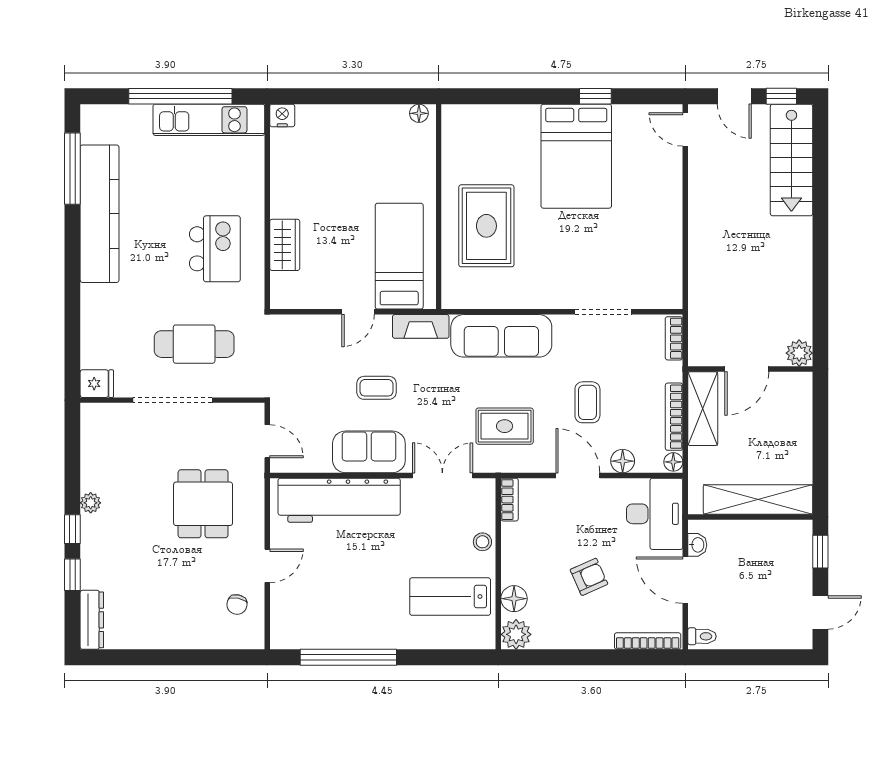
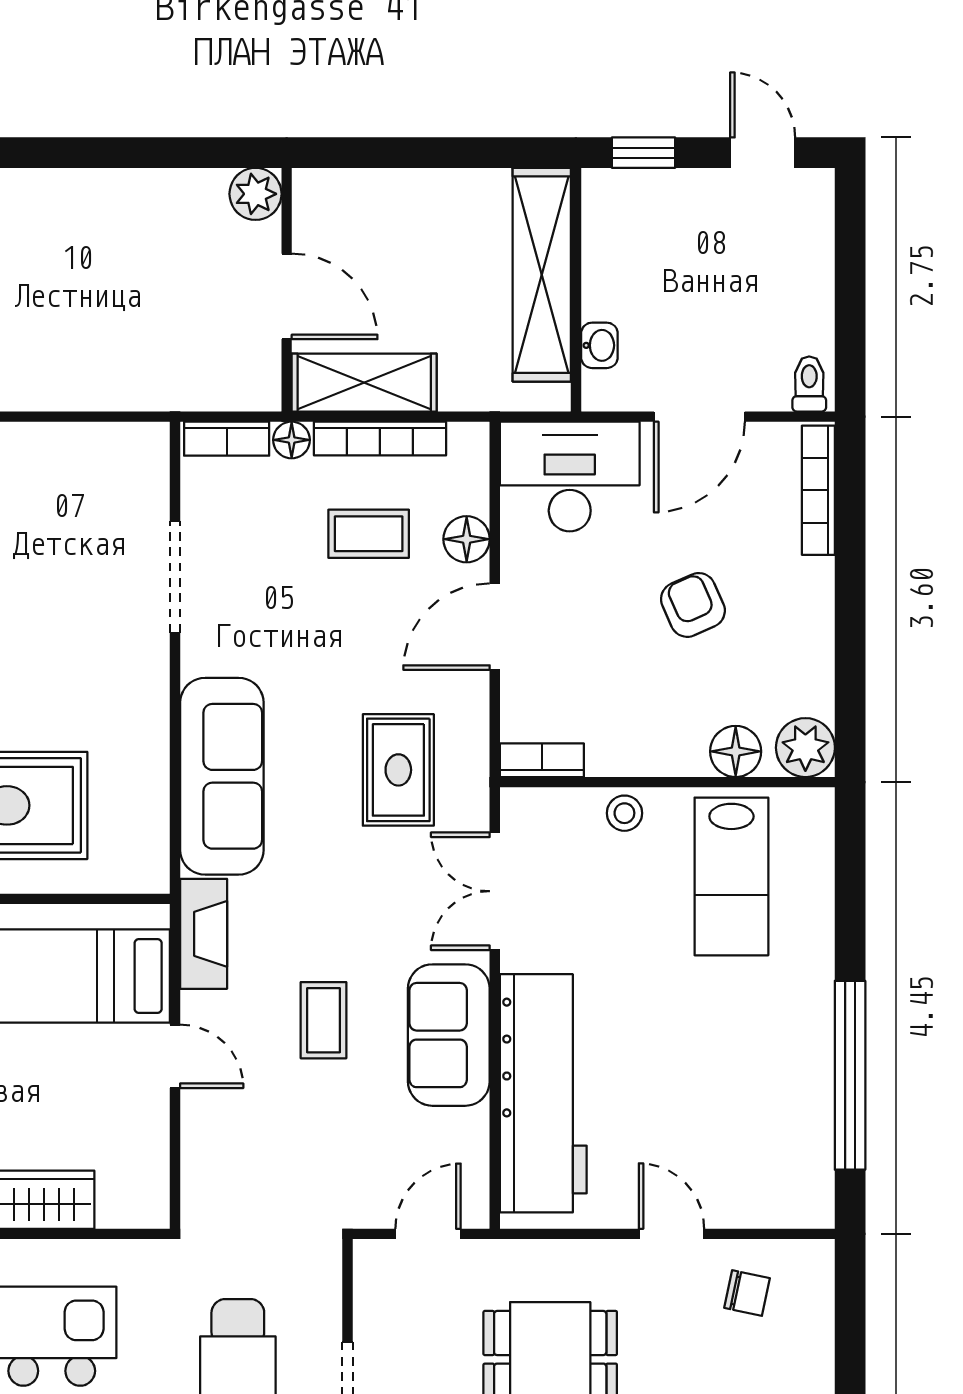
coffee table: (587, 402) -> (369, 534), moved
floor lamp: (673, 462) -> (292, 440), moved
washbasin: (697, 545) -> (599, 345), moved, turned 90

